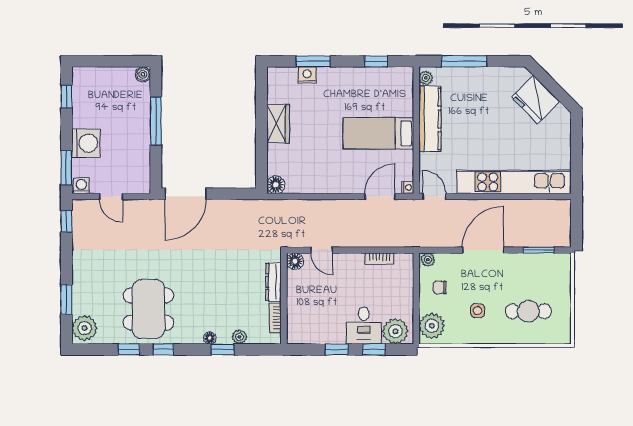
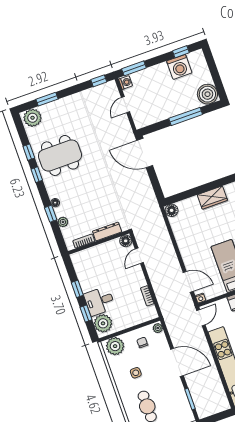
boiler: (143, 74) -> (207, 94), width x1.86, depth x1.86
washing machine: (86, 143) -> (179, 67), moved

